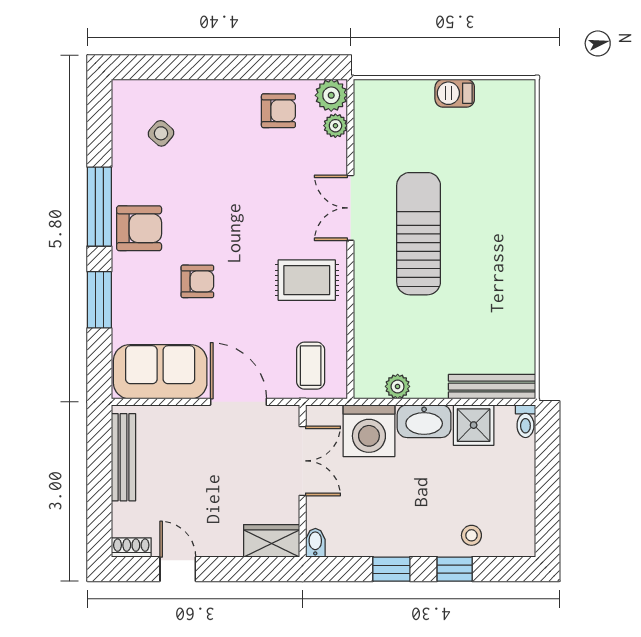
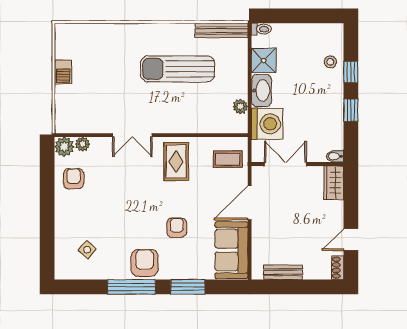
sun lounger: (419, 234) -> (178, 69), moved
bench: (492, 387) -> (221, 30), moved, turned 90
bench: (124, 457) -> (283, 272), width x0.73

